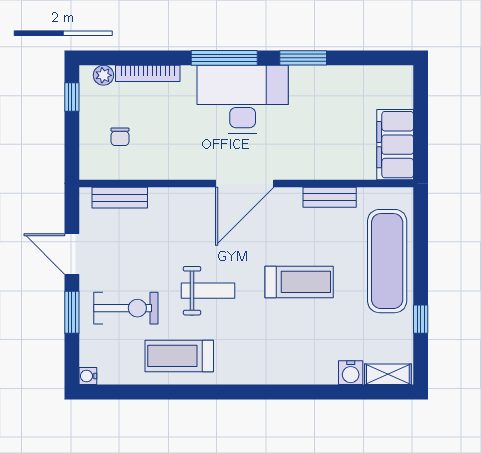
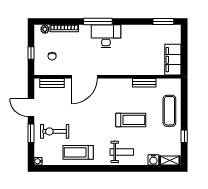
window: (303, 58) -> (163, 22), moved
window: (72, 97) -> (31, 53), moved
desk: (243, 99) -> (106, 36), width x0.73, depth x0.77
door: (245, 183) -> (84, 77), moved
exercise mat: (387, 261) -> (169, 111), width x0.73, depth x0.69
weight bench: (208, 291) -> (122, 152), moved
exercise bike: (126, 308) -> (55, 131), turned 180

